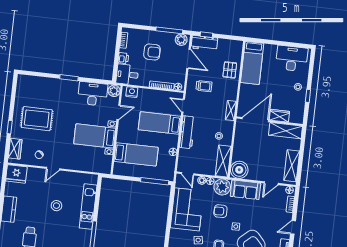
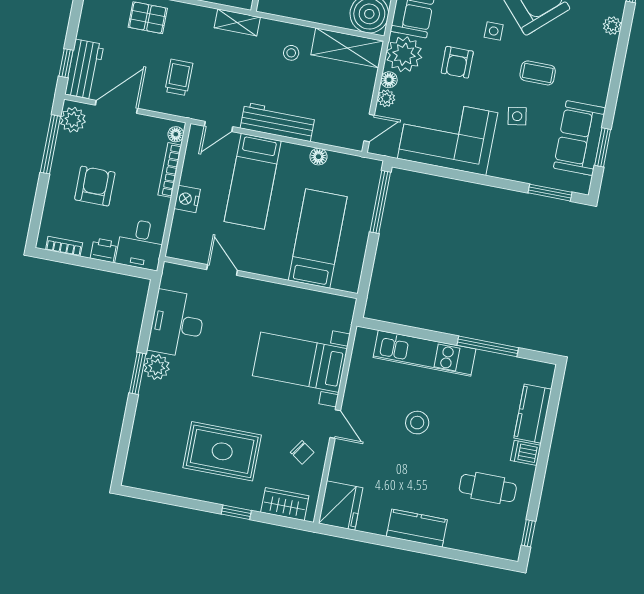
plant: (114, 91) -> (157, 367), moved
nightstand: (132, 92) -> (187, 199), moved
rug: (37, 119) -> (222, 451), turned 90
bed with nightstands: (95, 136) -> (300, 362), moved, turned 90

